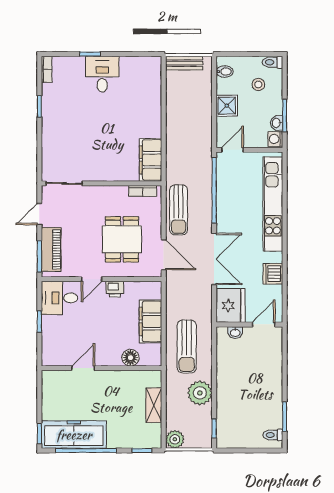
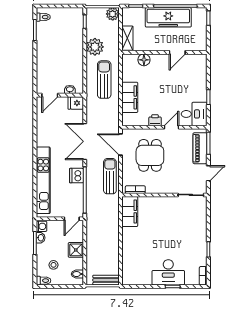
desk: (102, 74) -> (168, 272), width x1.37
dishwasher: (273, 274) -> (76, 176), moved, turned 180
fridge: (231, 305) -> (76, 103), width x0.53, depth x0.75
floor lamp: (130, 358) -> (144, 60), moved
door: (83, 368) -> (177, 52), moved
wall: (102, 368) -> (164, 52), moved
freezer: (74, 435) -> (168, 17), moved

